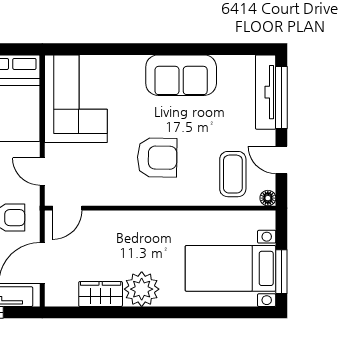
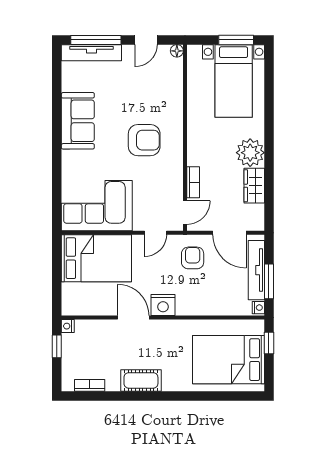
armchair: (157, 158) -> (144, 140), turned 89
coffee table: (233, 174) -> (157, 79), removed
door: (67, 208) -> (185, 213), hinge flipped
bookcase: (105, 218) -> (193, 182), added

